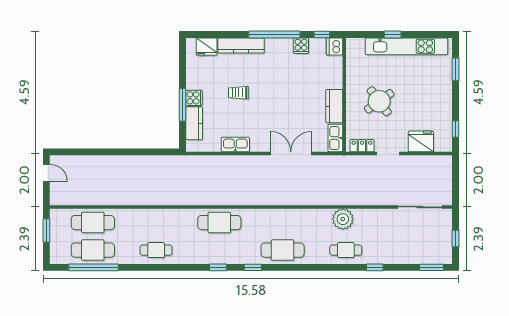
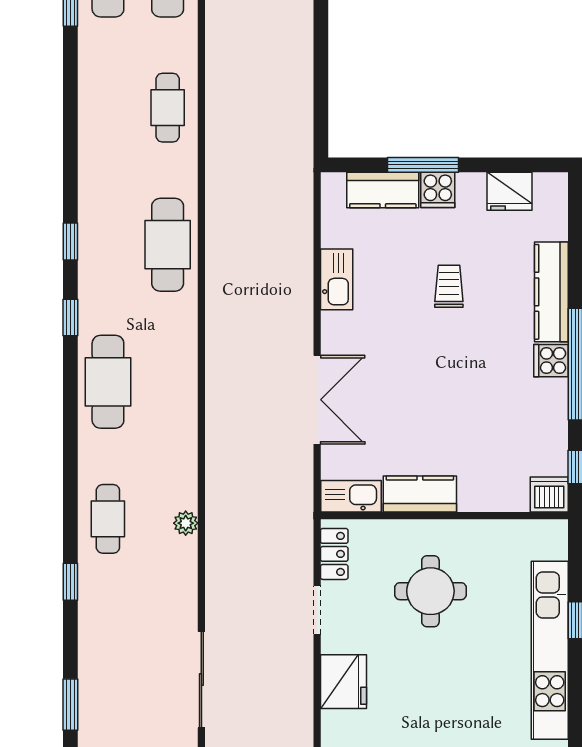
cooker: (301, 46) -> (551, 361), moved
fridge: (207, 47) -> (510, 191), moved, turned -90
round table: (379, 101) -> (430, 591), turned 36
plant: (343, 219) -> (186, 523), width x0.53, depth x0.53
cafe table: (156, 250) -> (168, 108), moved

